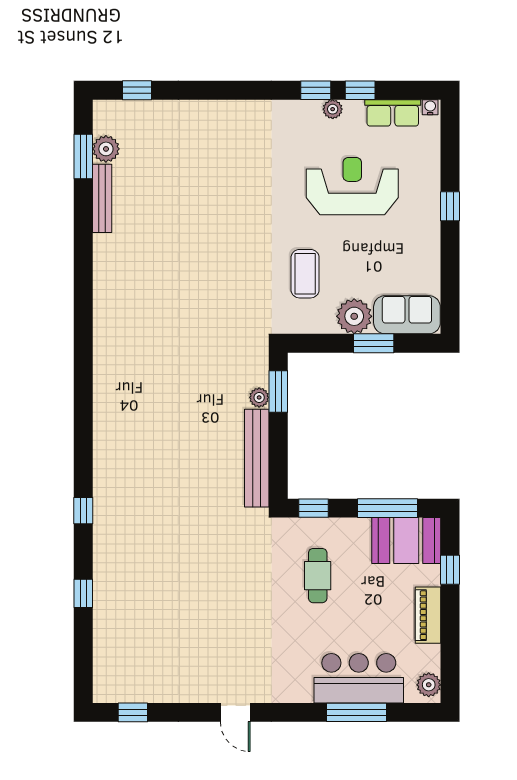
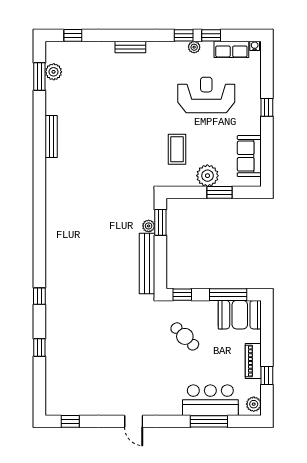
bench: (230, 109) -> (130, 47), added
bench: (102, 198) -> (51, 136), moved
sofa: (407, 315) -> (249, 156), moved, turned -90
window: (450, 570) -> (267, 375), moved
cafe table: (318, 576) -> (185, 336), turned -45

